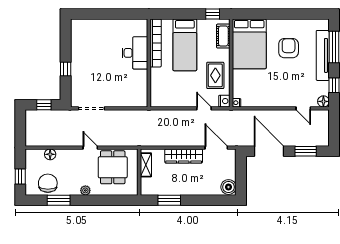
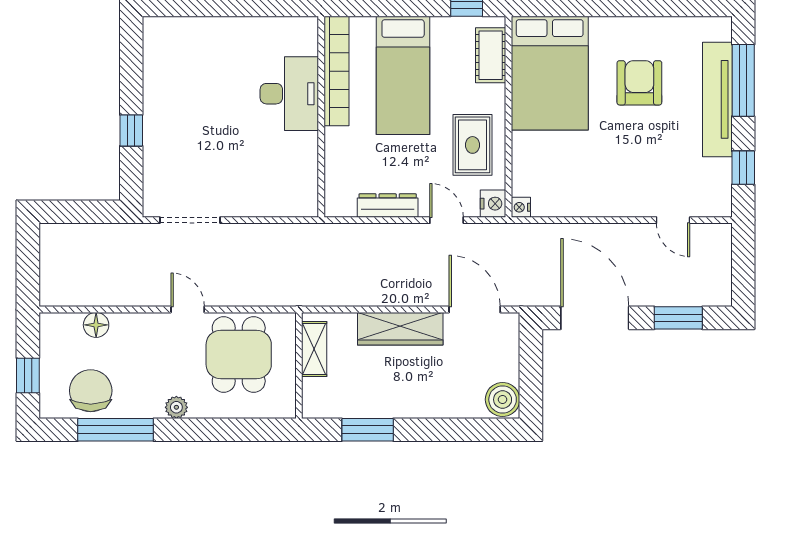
floor lamp: (323, 101) -> (719, 204), removed
dresser: (178, 102) -> (388, 206), added
window: (44, 105) -> (82, 212), removed
window: (59, 200) -> (116, 430), width x1.44

